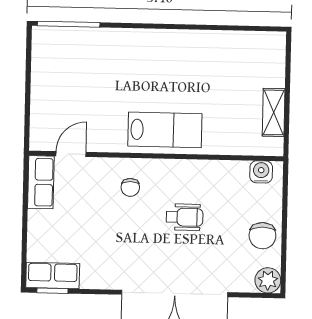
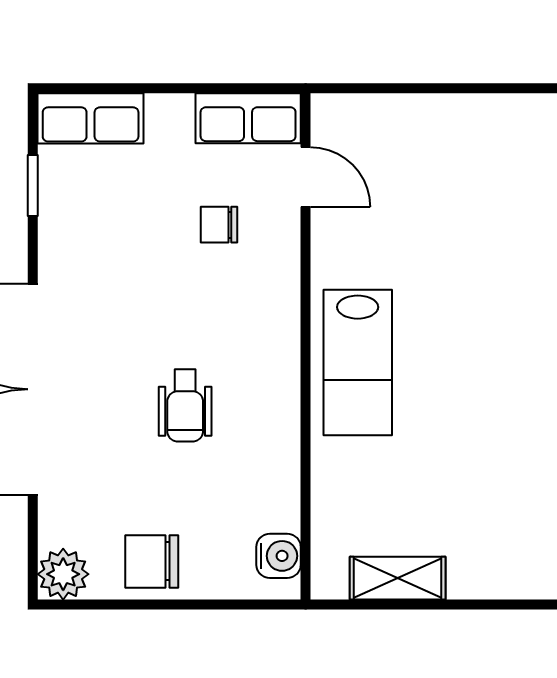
chair: (130, 187) -> (219, 225), moved
row of seats: (53, 276) -> (91, 118), moved, turned 90
window: (52, 291) -> (33, 185), moved

